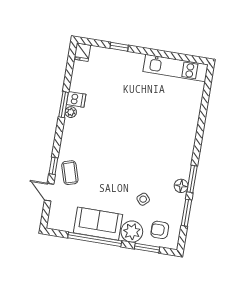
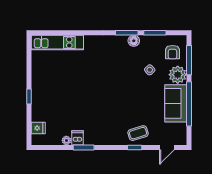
window: (119, 47) -> (29, 96), moved
fridge: (82, 52) -> (38, 128), moved
kitchen unit: (176, 68) -> (57, 42), moved, turned 90
plant: (71, 112) -> (66, 140), moved
door: (49, 192) -> (167, 147), moved
window: (147, 248) -> (189, 60), width x1.44

